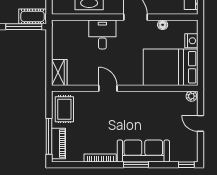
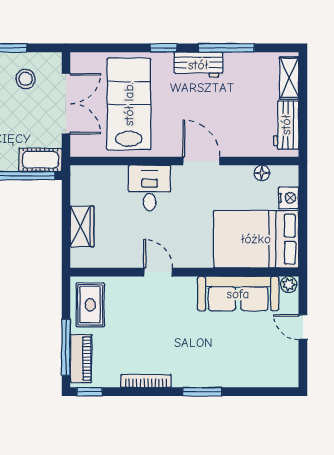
floor lamp: (163, 25) -> (262, 173), moved
wardrobe: (59, 73) -> (82, 226), moved
sofa: (143, 151) -> (238, 294), moved, turned 180
window: (186, 165) -> (90, 392), moved

